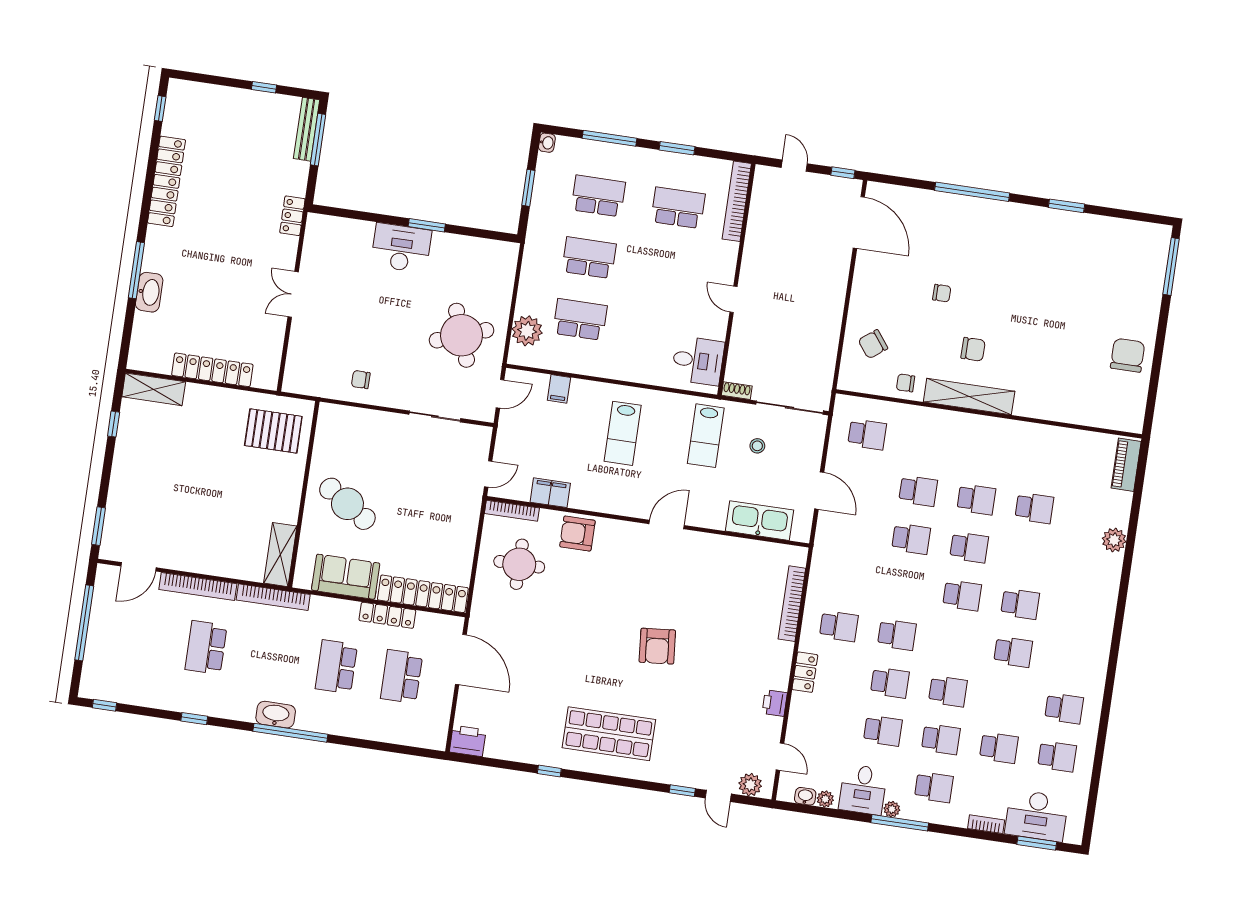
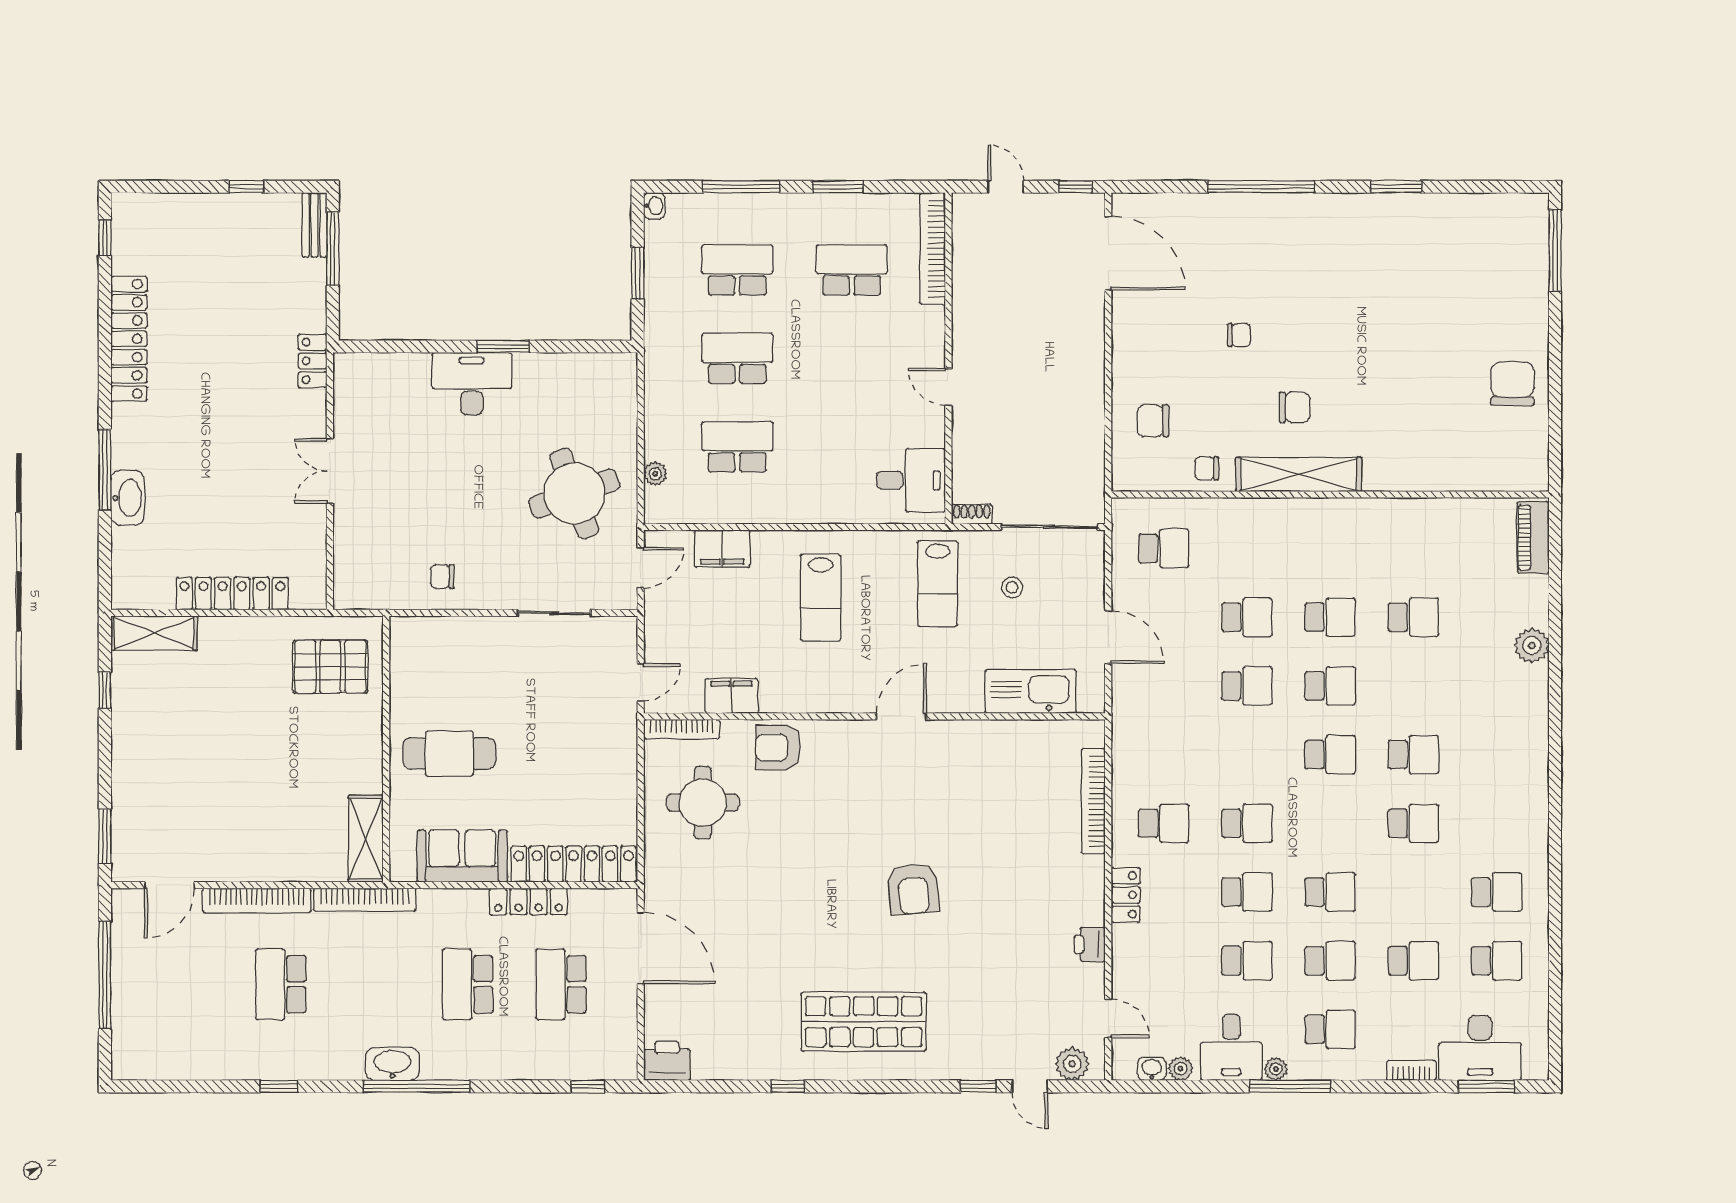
bench: (307, 129) -> (315, 225), width x0.73
plant: (527, 331) -> (655, 474), width x0.53, depth x0.53
chair: (873, 344) -> (1153, 421), turned 37
filing cabinet: (559, 389) -> (722, 549), width x2.00
cafe table: (347, 504) -> (449, 753), turned -33
window: (104, 705) -> (588, 1086), moved

